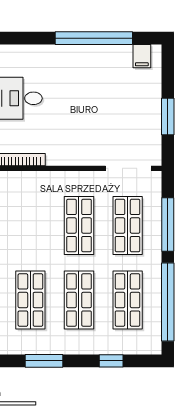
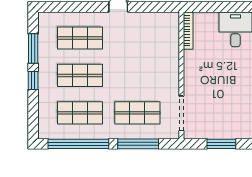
shop shelf: (79, 225) -> (137, 75), removed
window: (111, 361) -> (33, 80), moved

